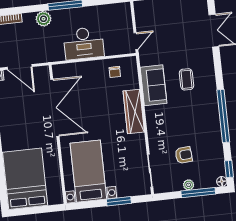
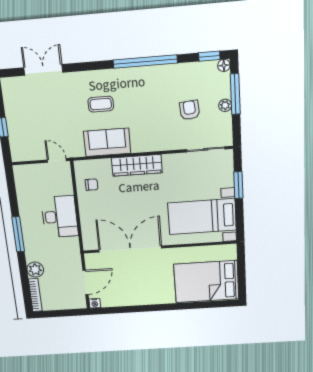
plant: (43, 19) -> (35, 270), moved

